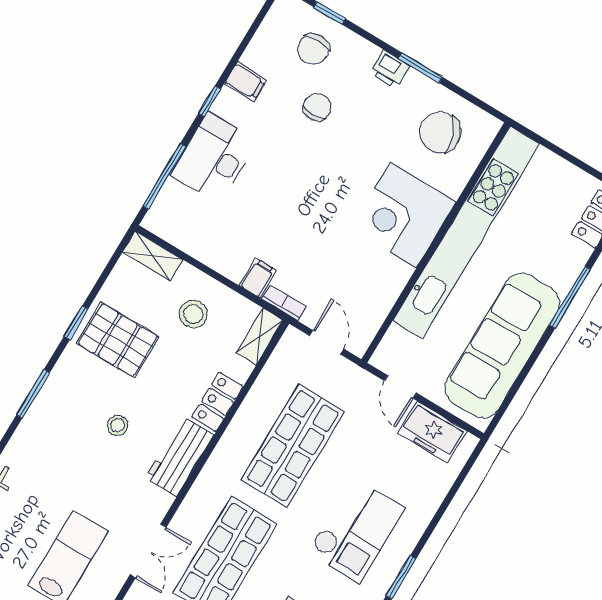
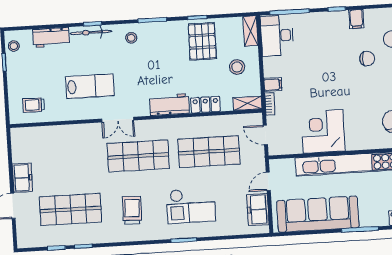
desk: (214, 158) -> (277, 36), moved, turned -90
corner desk: (403, 215) -> (323, 131), moved
door: (327, 342) -> (265, 135), swing flipped
stool: (118, 425) -> (131, 38), moved

